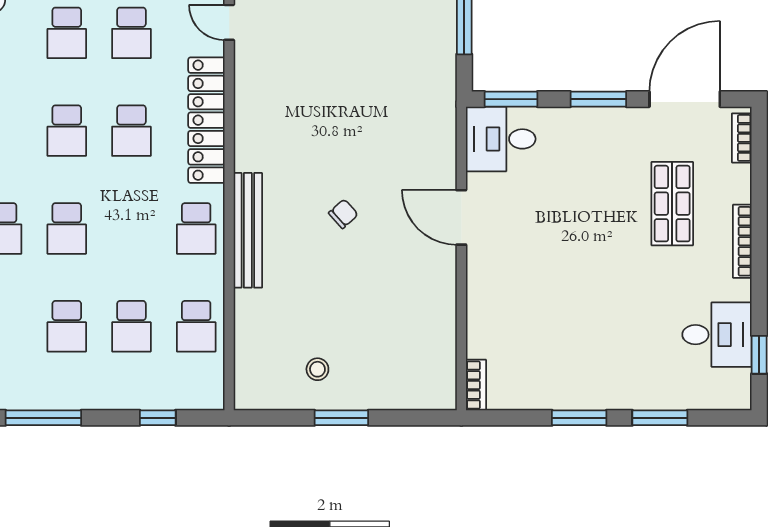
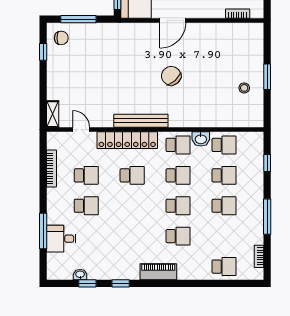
door: (229, 22) -> (81, 130), swing flipped
school desk: (67, 131) -> (178, 175), moved
chair: (343, 214) -> (171, 76), width x1.87, depth x1.87
bench: (248, 230) -> (141, 121), moved
washbasin: (209, 277) -> (201, 139), added
bookcase: (476, 385) -> (238, 14), moved

